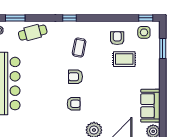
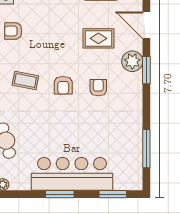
rug: (124, 59) -> (98, 38), moved, turned 90

